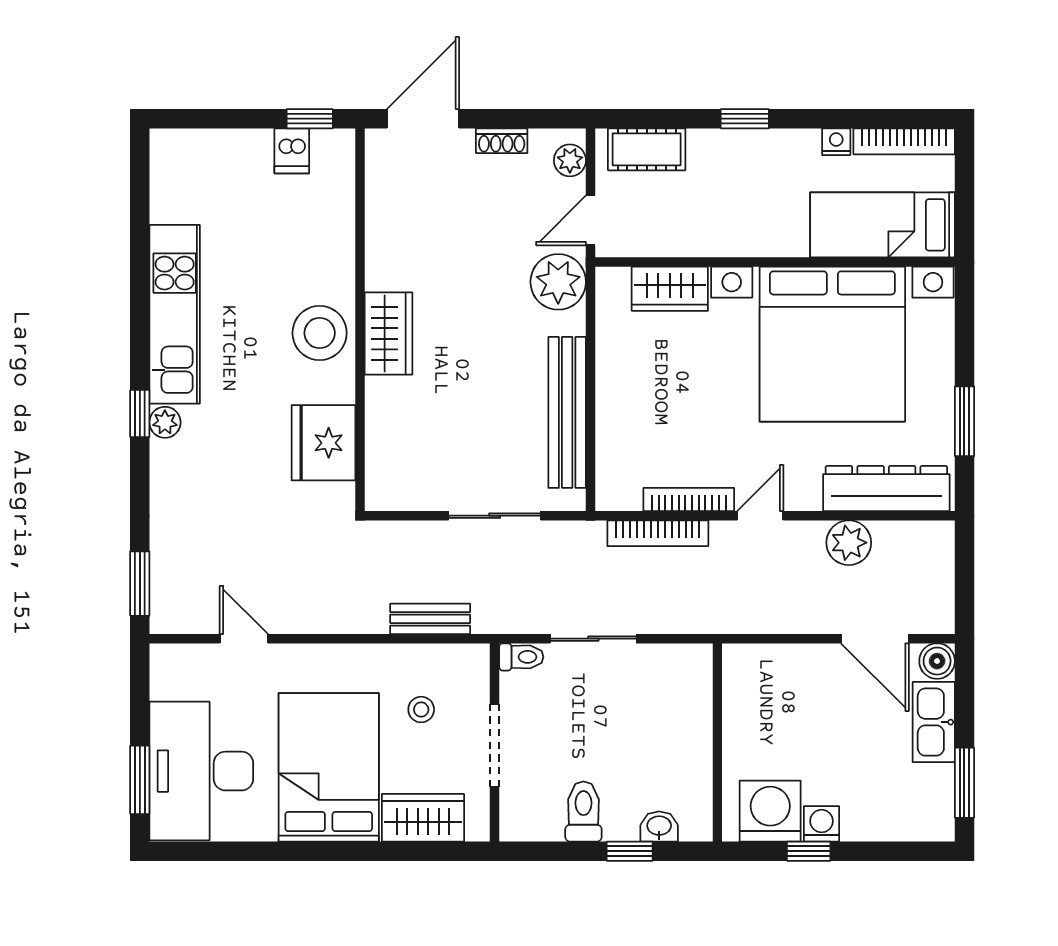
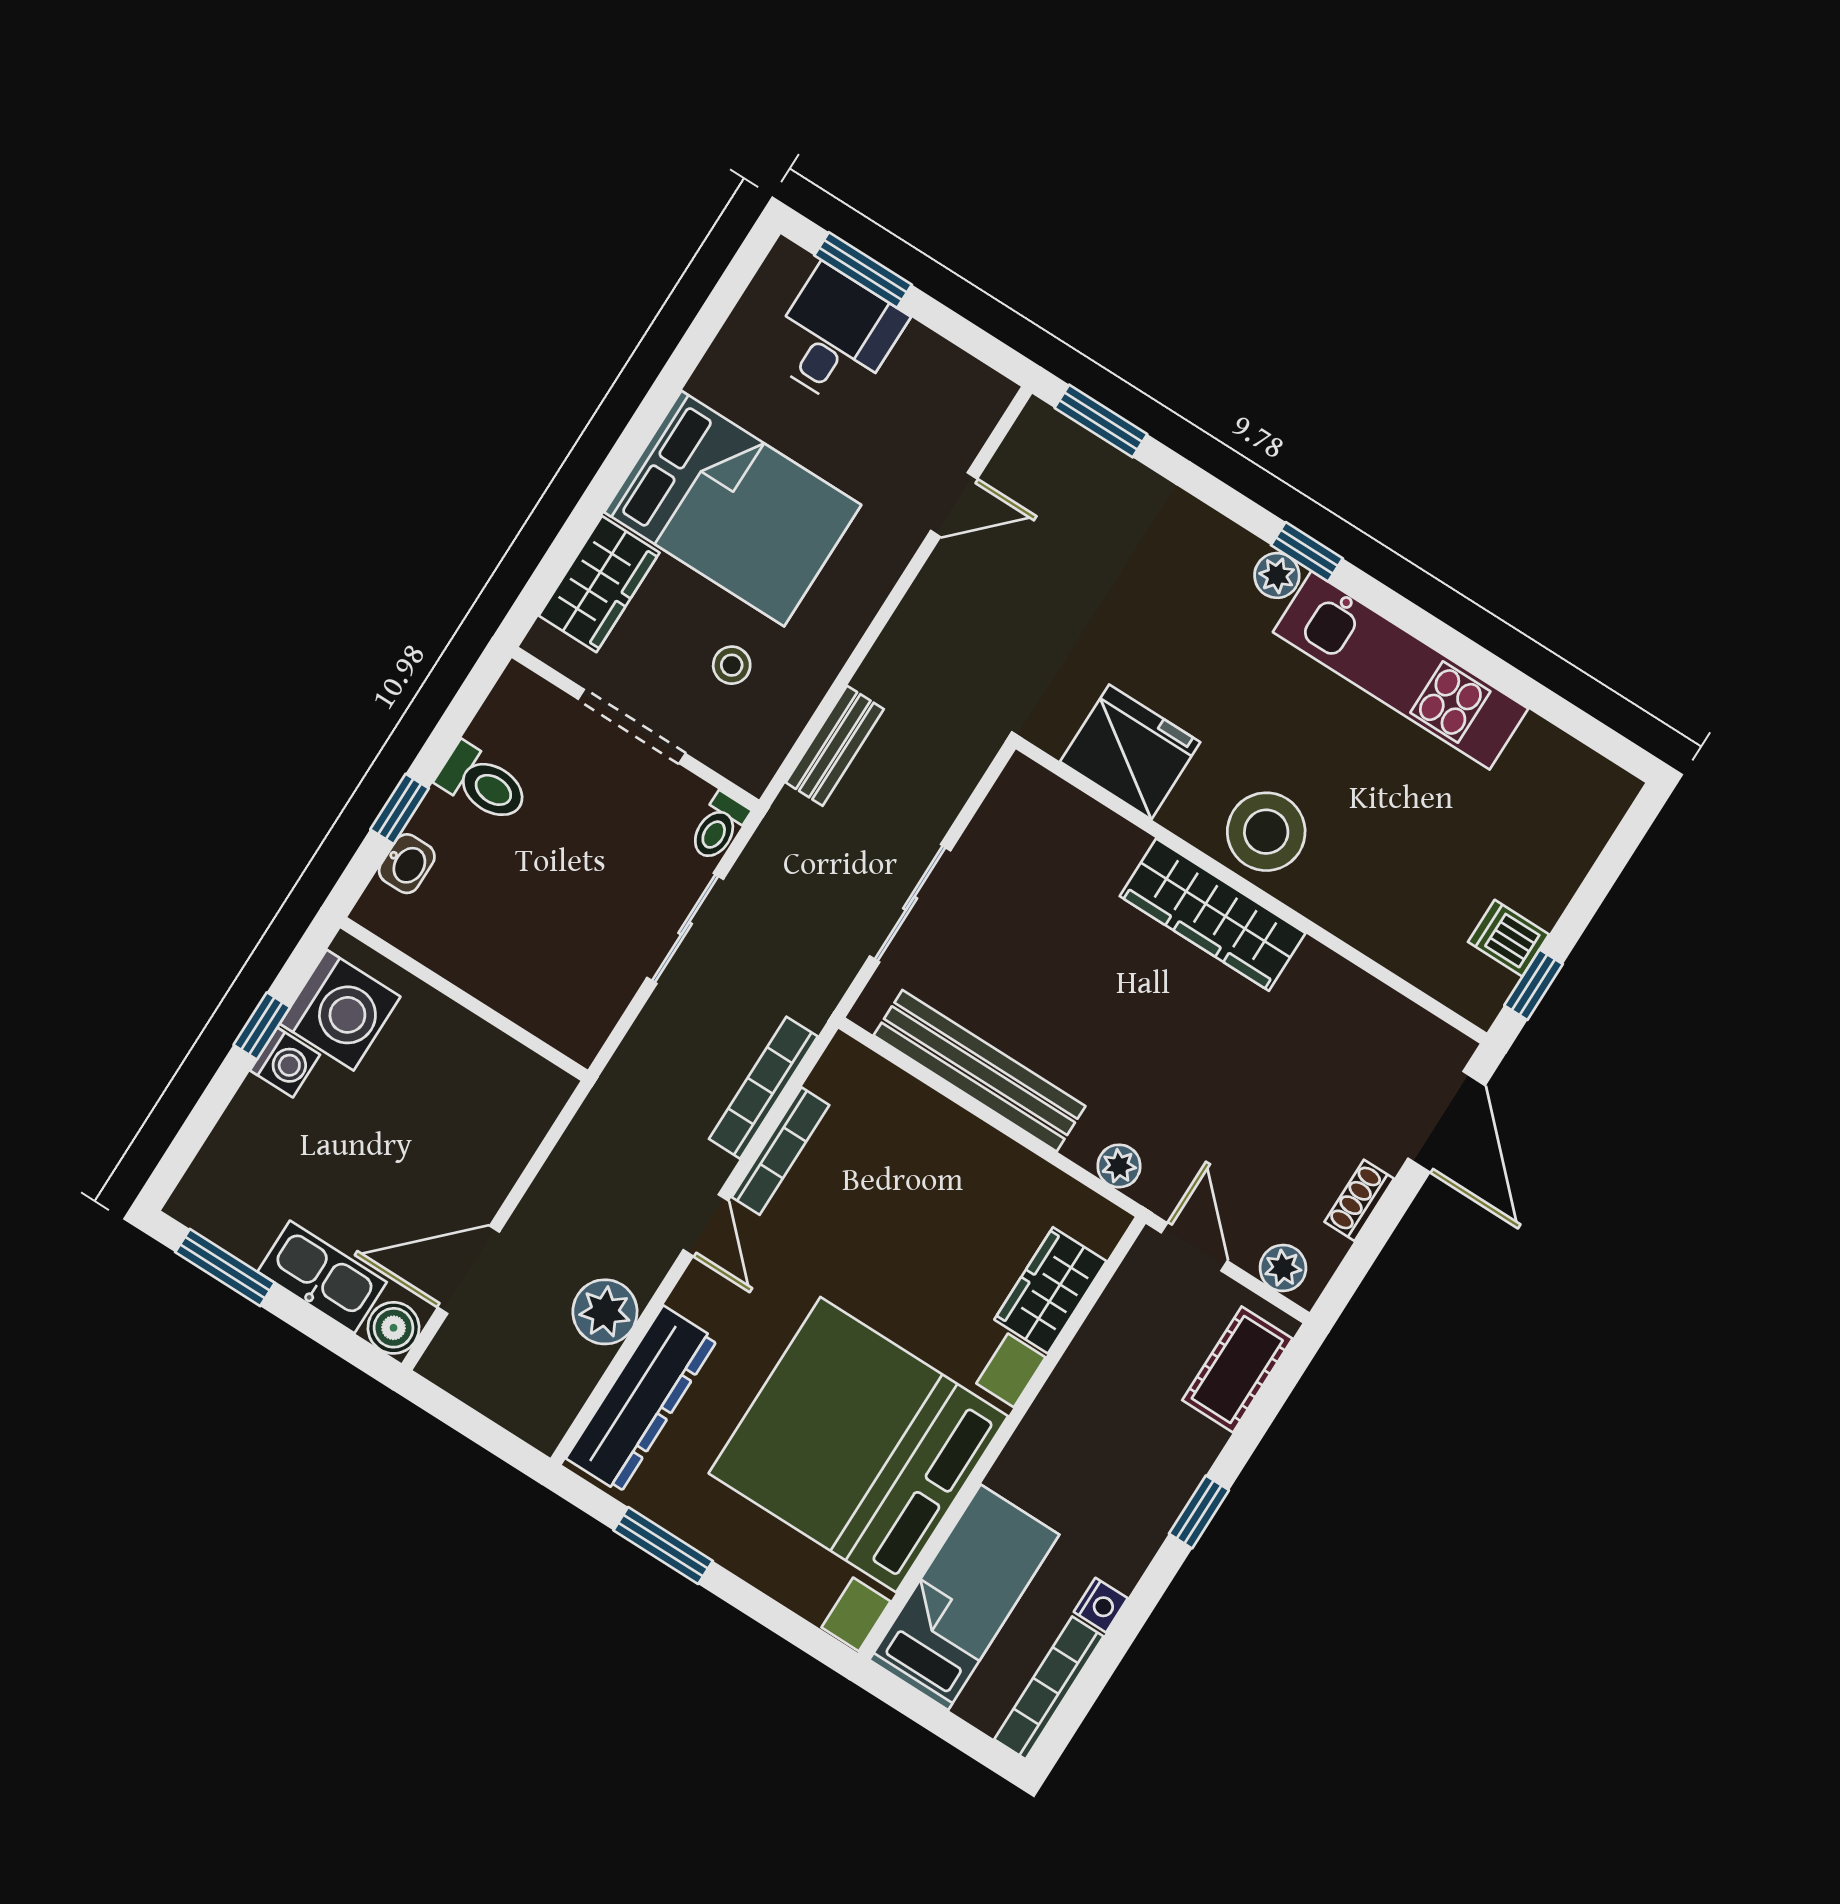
plant: (558, 282) -> (1119, 1166), width x0.53, depth x0.53
wardrobe: (388, 334) -> (1213, 915), width x1.50
desk: (201, 771) -> (835, 337), width x0.53, depth x0.77

